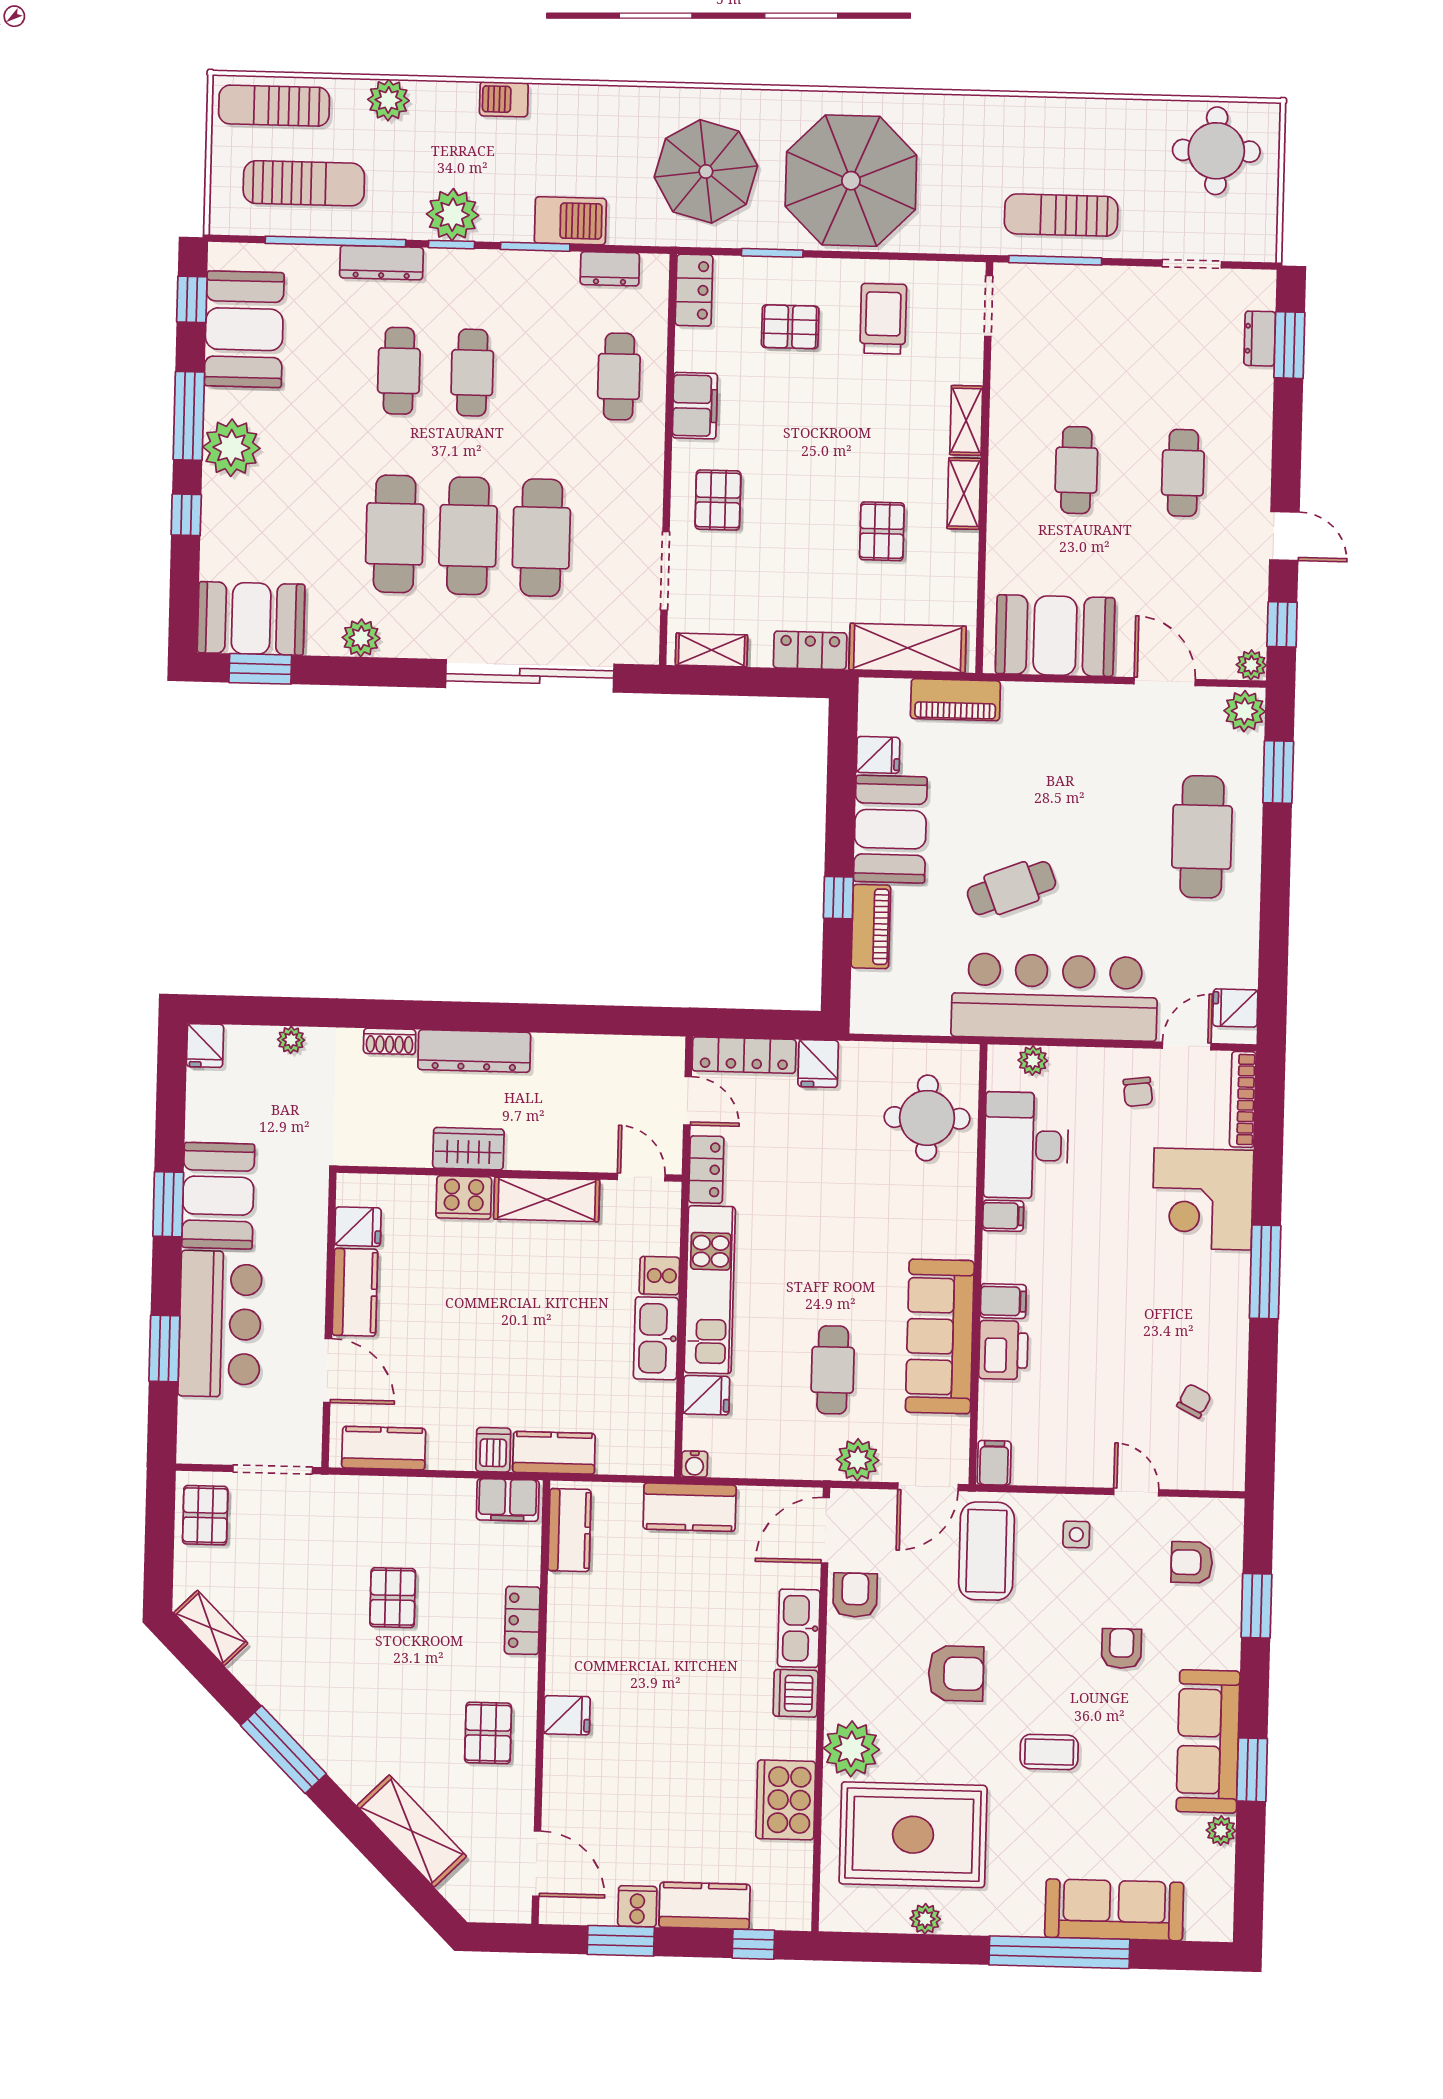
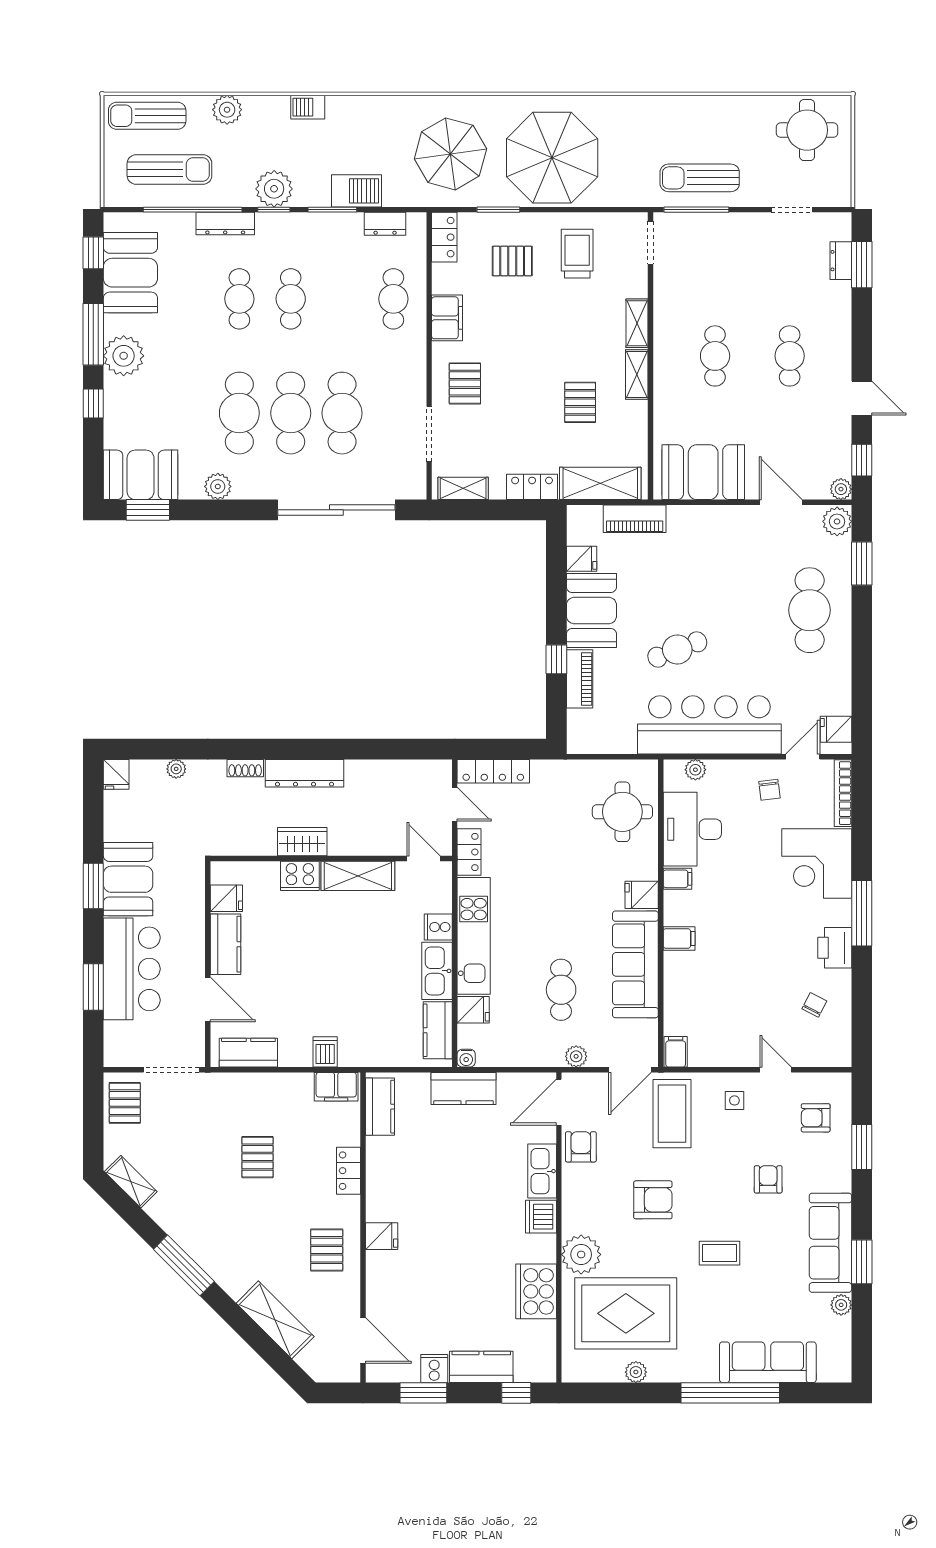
fridge: (818, 1064) -> (642, 895), moved, turned 90
printer: (1003, 1350) -> (835, 948), moved, turned 180
kitchen counter: (554, 1453) -> (438, 1030), moved, turned -90
plant: (858, 1460) -> (576, 1056), width x0.73, depth x0.73

